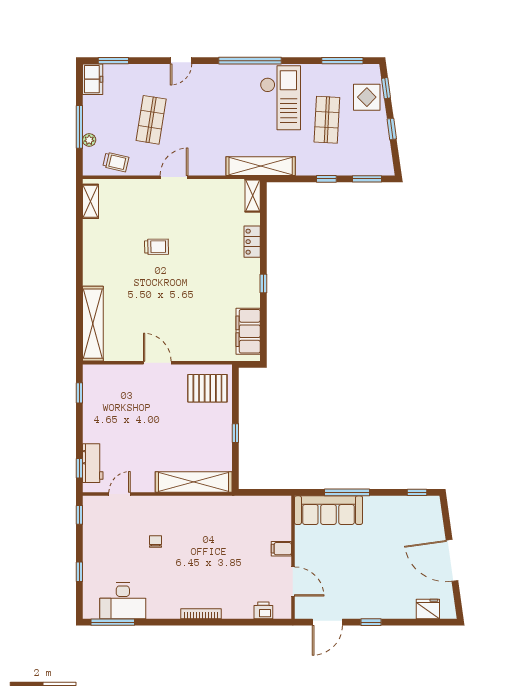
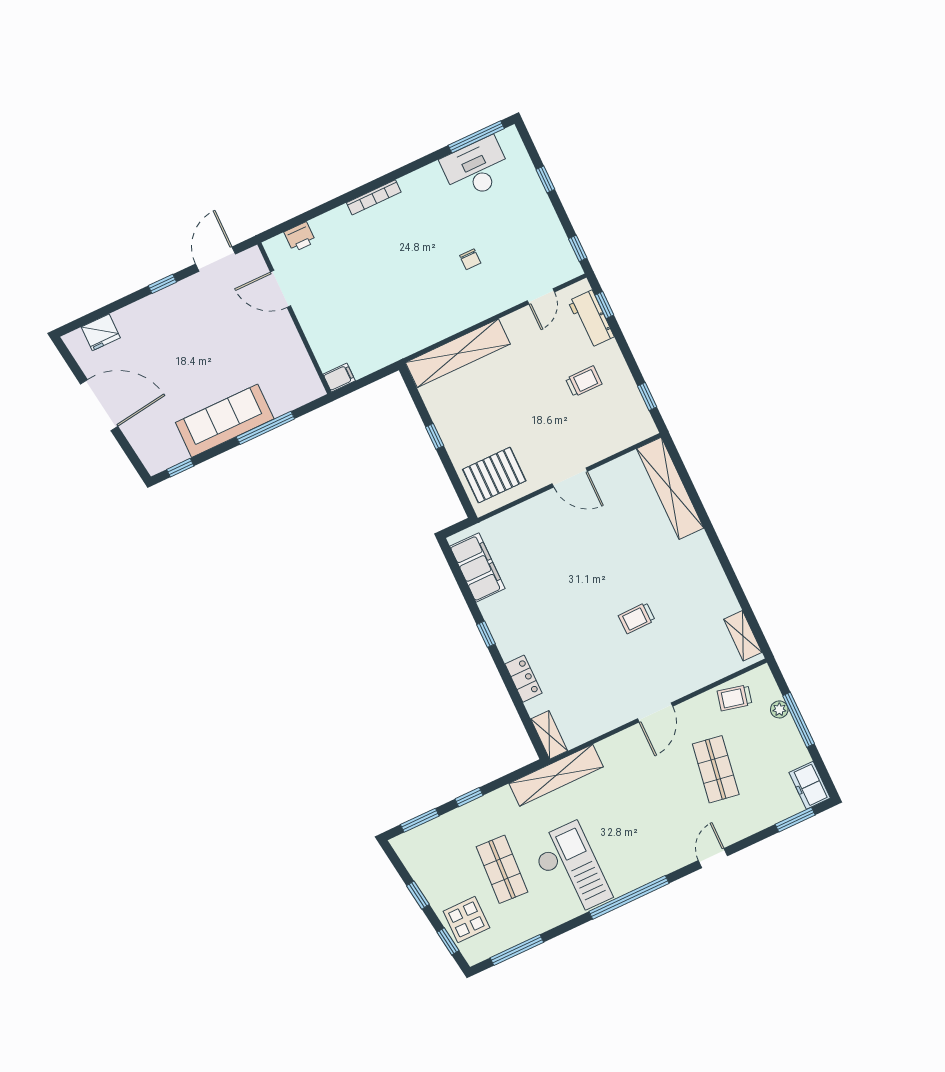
checkout: (280, 98) -> (571, 870), turned 180
trolley: (117, 423) -> (584, 381), added
sofa: (328, 510) -> (225, 421), moved
filing cabinet: (281, 549) -> (339, 377), moved

